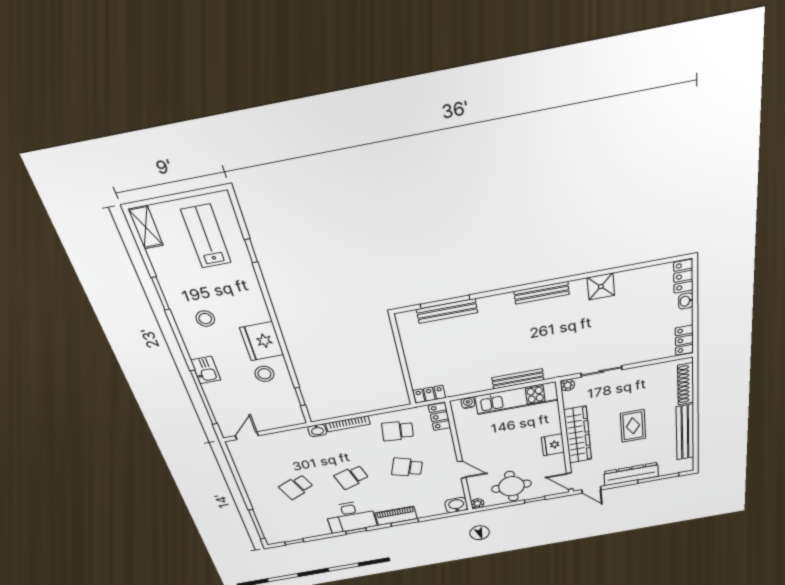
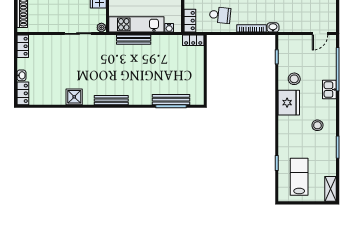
lab bench: (206, 236) -> (299, 177), turned 180

